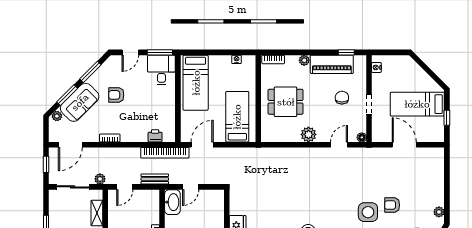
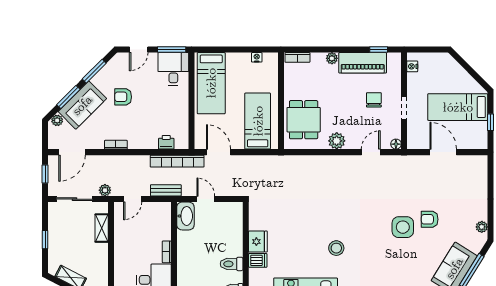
dining table: (286, 102) -> (304, 120), moved, turned 90
door: (202, 145) -> (218, 152), hinge flipped
door: (191, 187) -> (206, 199), swing flipped

